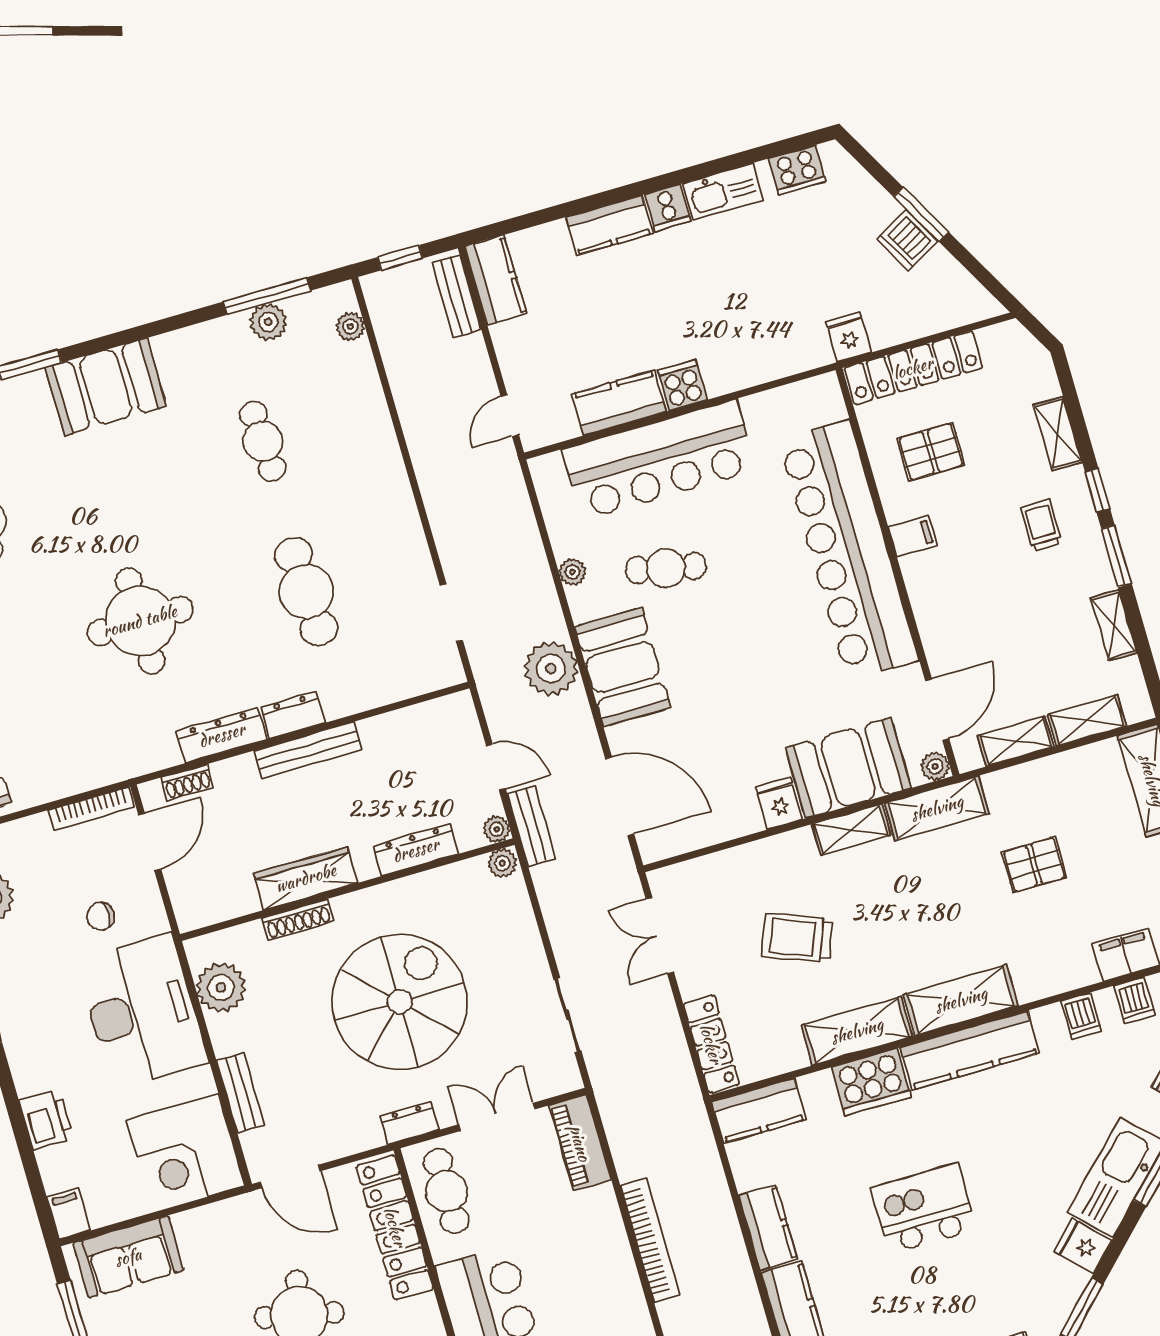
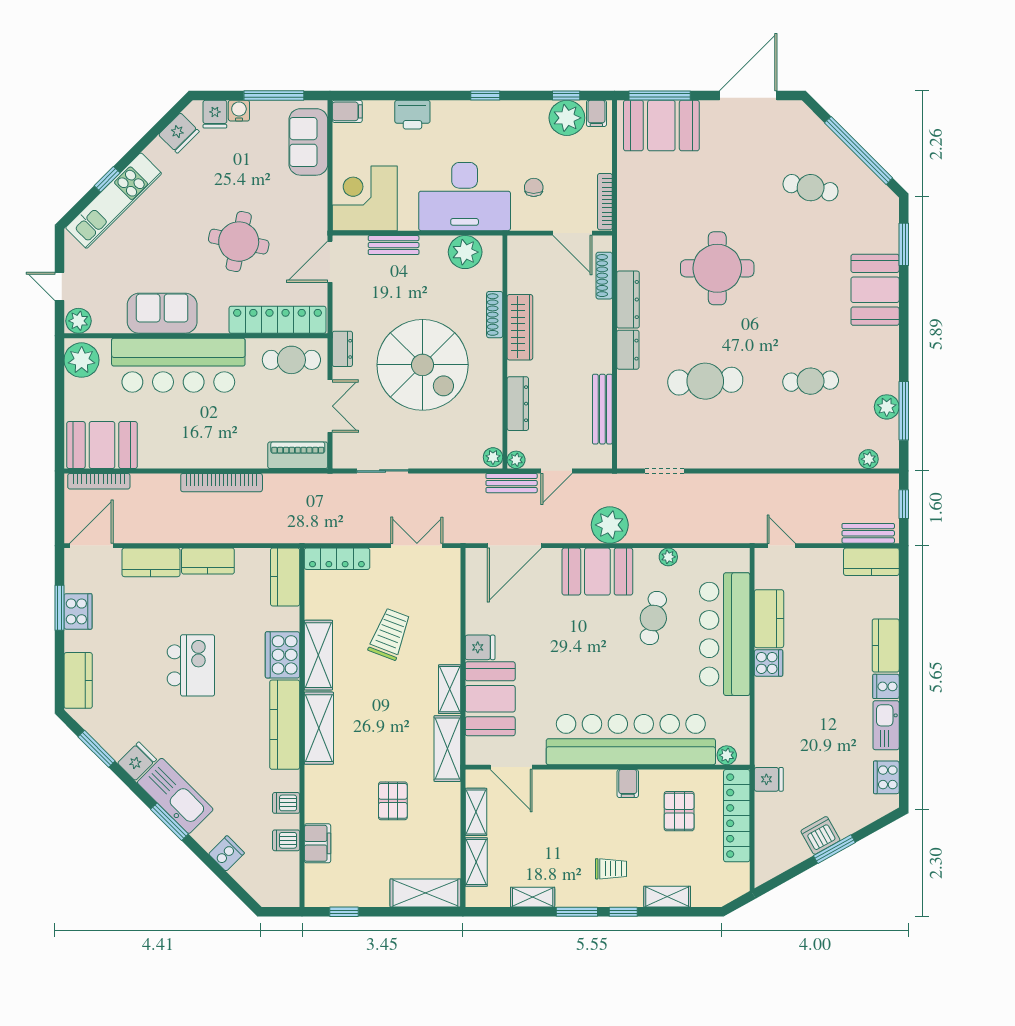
bench: (308, 750) -> (602, 409), moved
plant: (935, 766) -> (727, 755), moved
shoe rack: (187, 782) -> (604, 276), width x1.43

